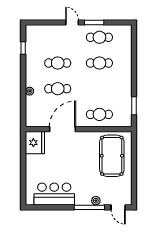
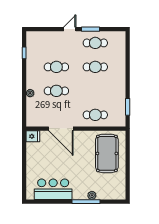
door: (72, 23) -> (70, 29), hinge flipped
door: (62, 129) -> (61, 129), swing flipped
fridge: (35, 143) -> (33, 136), width x0.53, depth x0.75
door: (118, 207) -> (113, 202), removed

